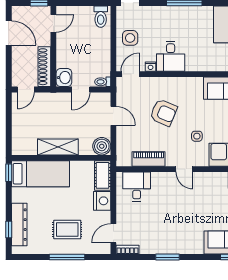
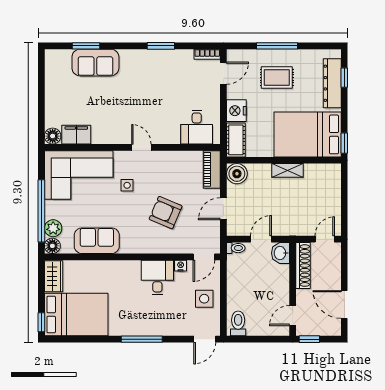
door: (113, 116) -> (223, 209), hinge flipped
shelving: (58, 147) -> (288, 170), width x0.67, depth x0.75
piano: (149, 159) -> (212, 169), moved, turned 90
bed: (40, 174) -> (308, 134), width x1.50

